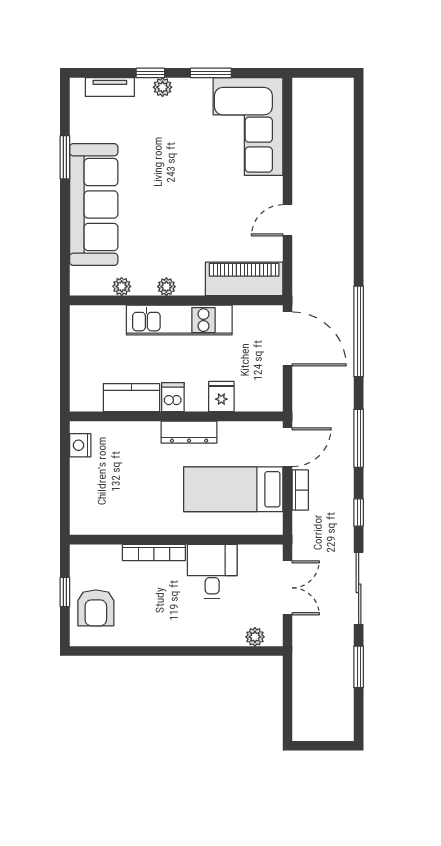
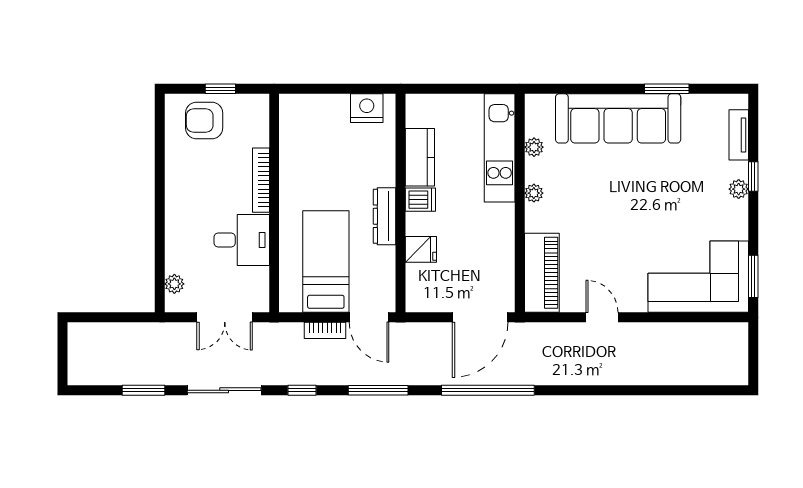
window: (211, 73) -> (753, 276), moved
kitchen unit: (179, 320) -> (500, 148), moved
nightstand: (80, 445) -> (367, 108), width x1.36, depth x1.33

